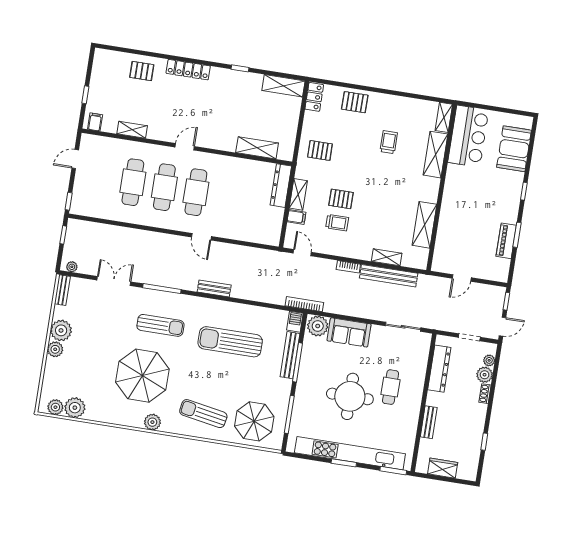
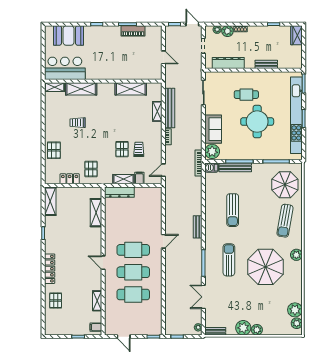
locker: (314, 97) -> (70, 179), moved
sun lounger: (230, 342) -> (233, 210), width x0.73, depth x0.75
wardrobe: (443, 468) -> (296, 35), moved

